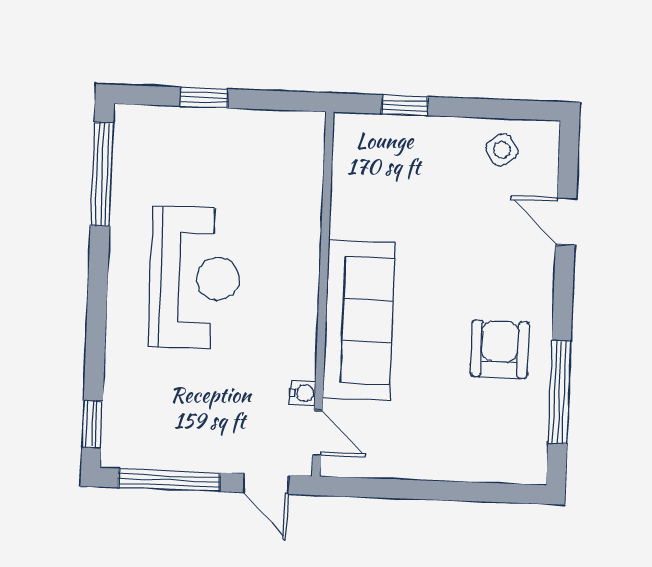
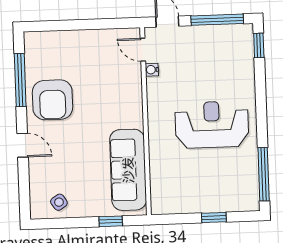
door: (566, 222) -> (23, 145), moved
reception desk: (195, 278) -> (212, 125), turned 90
sofa: (359, 320) -> (128, 170), moved
armchair: (500, 349) -> (53, 100), width x1.36, depth x1.36

